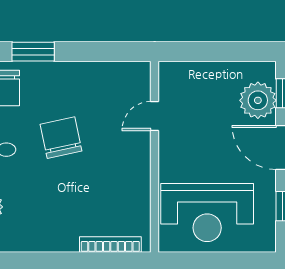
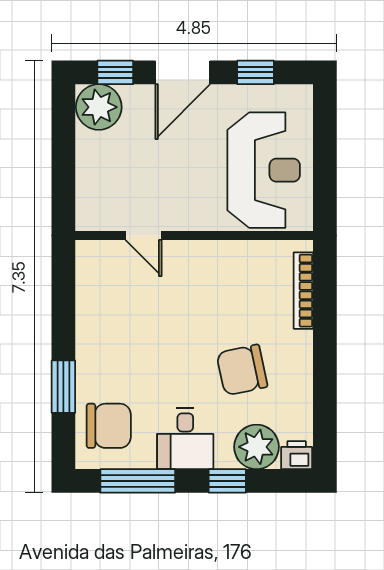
plant: (258, 100) -> (99, 107), moved
chair: (61, 138) -> (242, 370), moved

